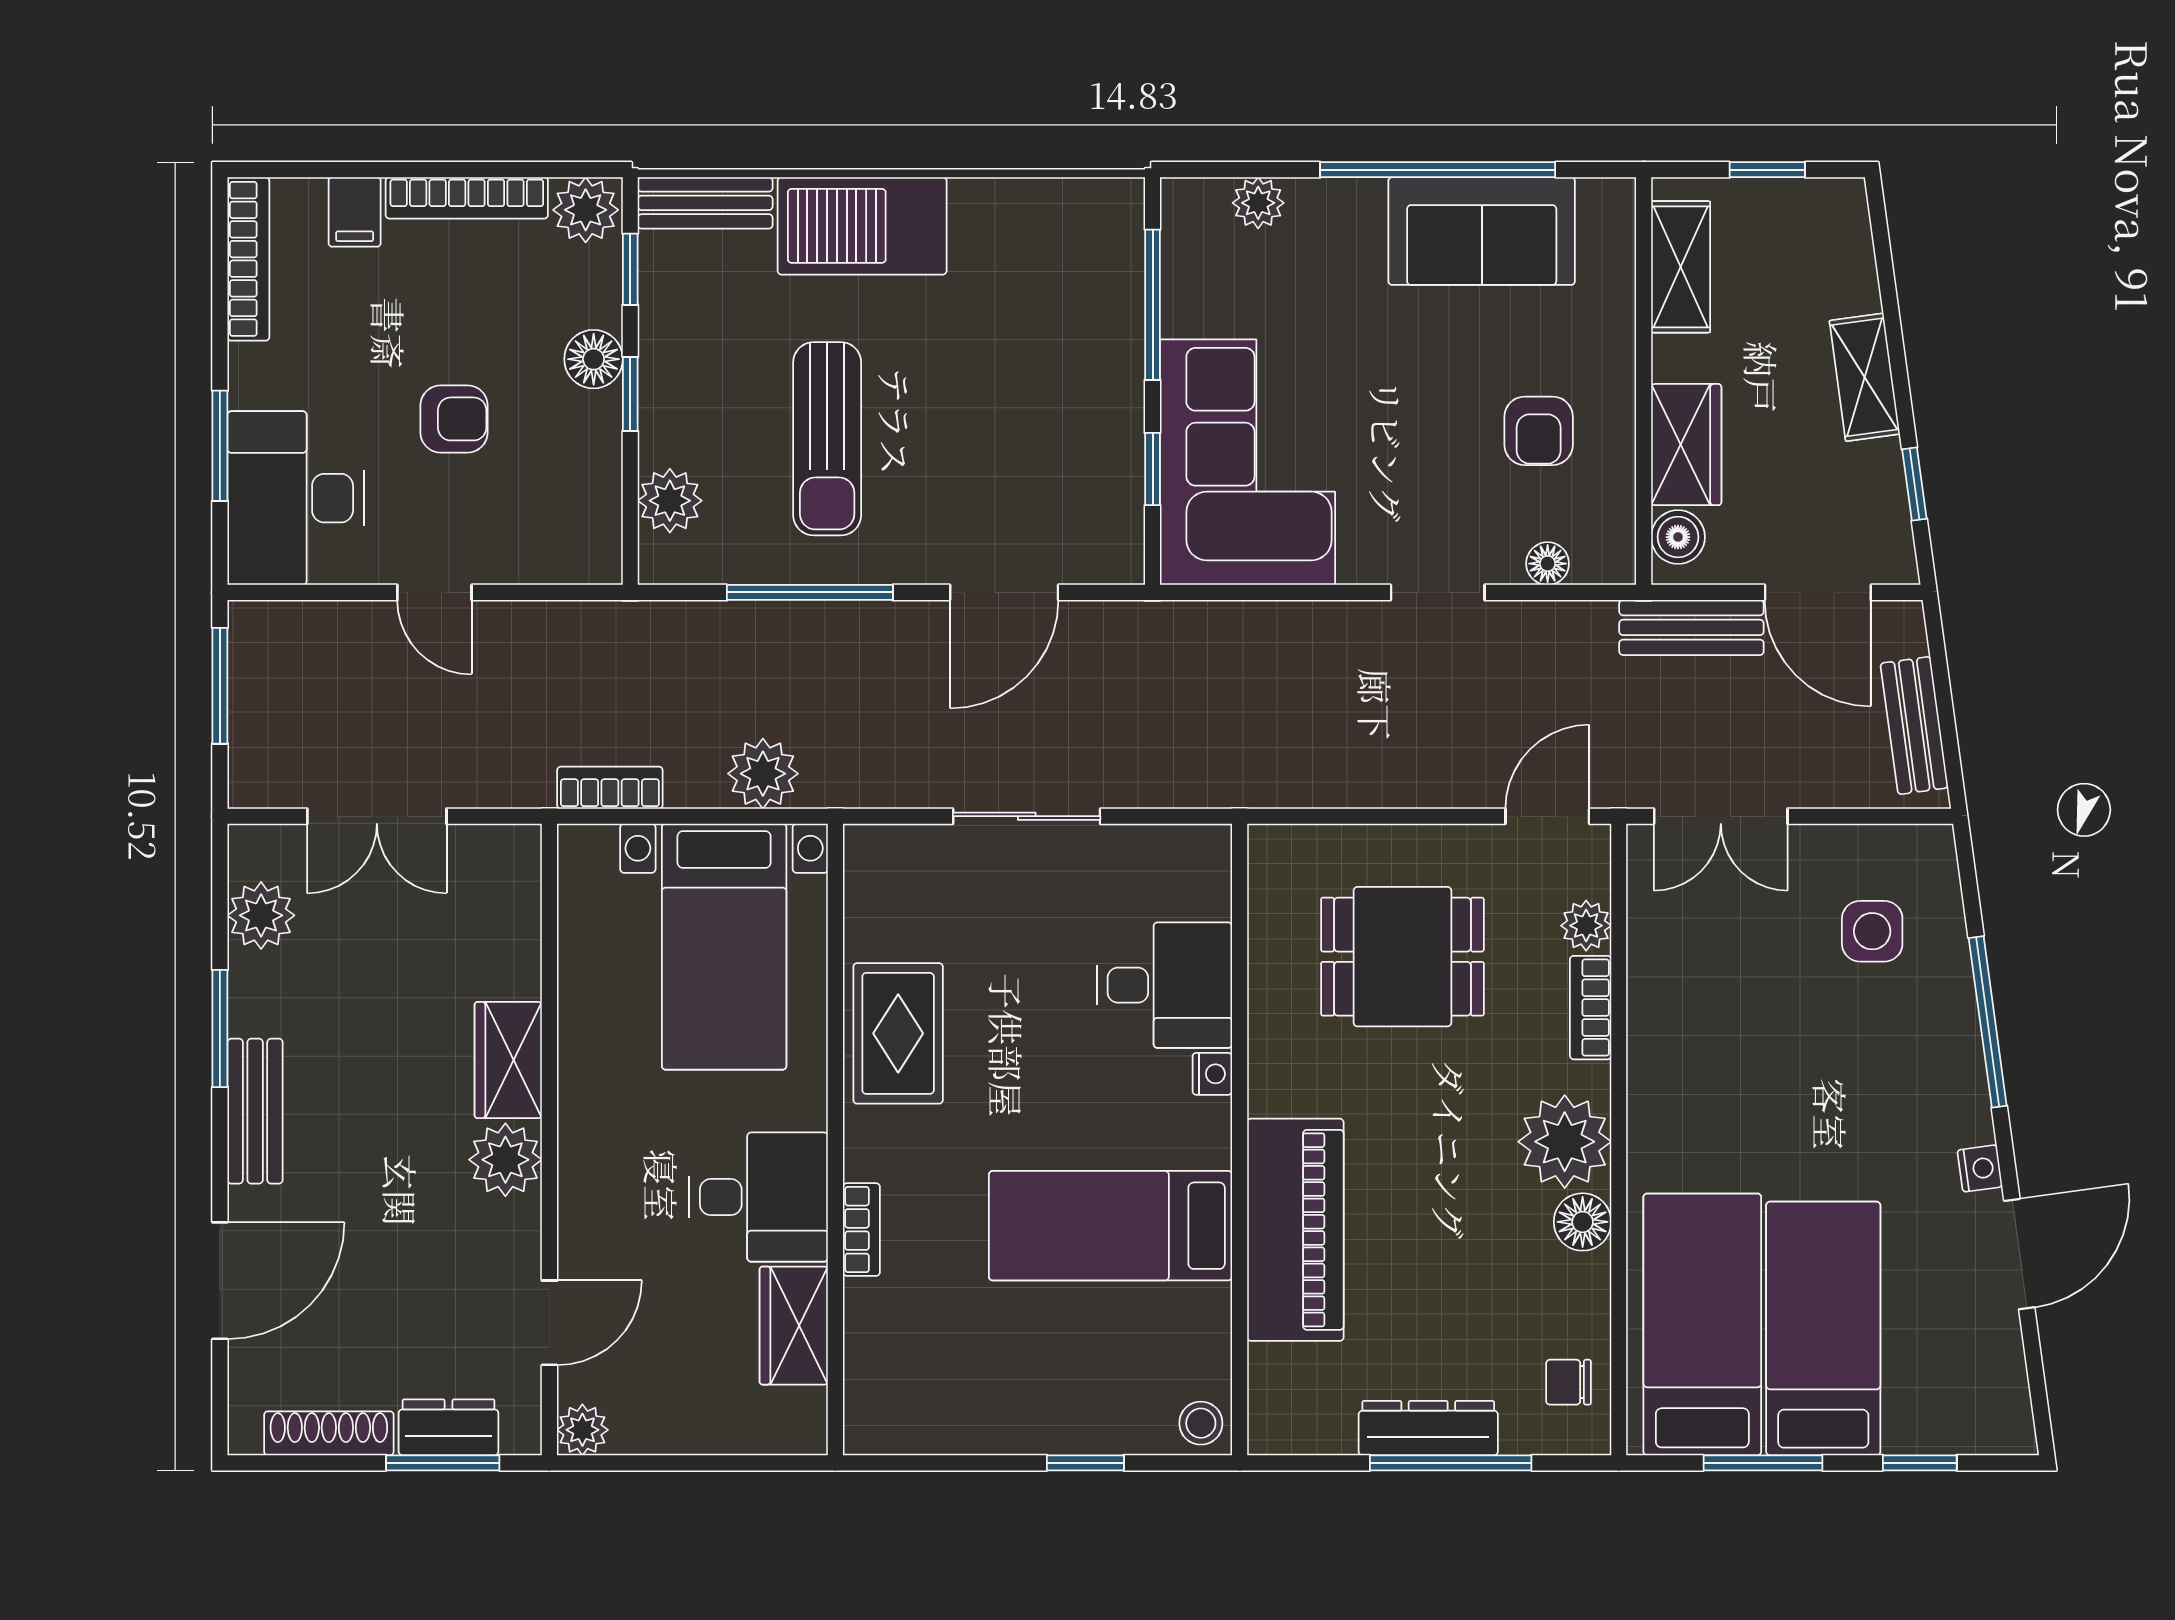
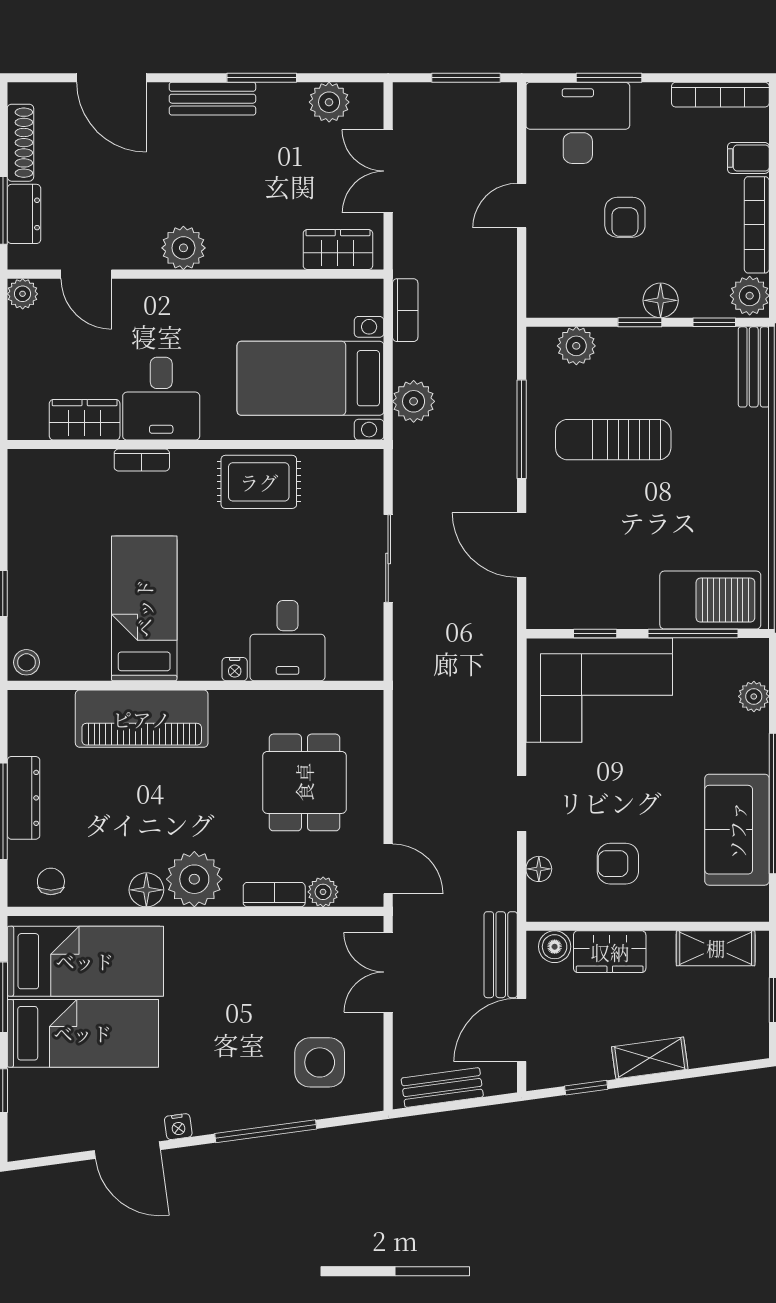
barbecue: (862, 226) -> (710, 600), moved, turned 90
side table: (1872, 931) -> (320, 1062), width x1.37, depth x1.37
wardrobe: (508, 1060) -> (338, 250), moved

